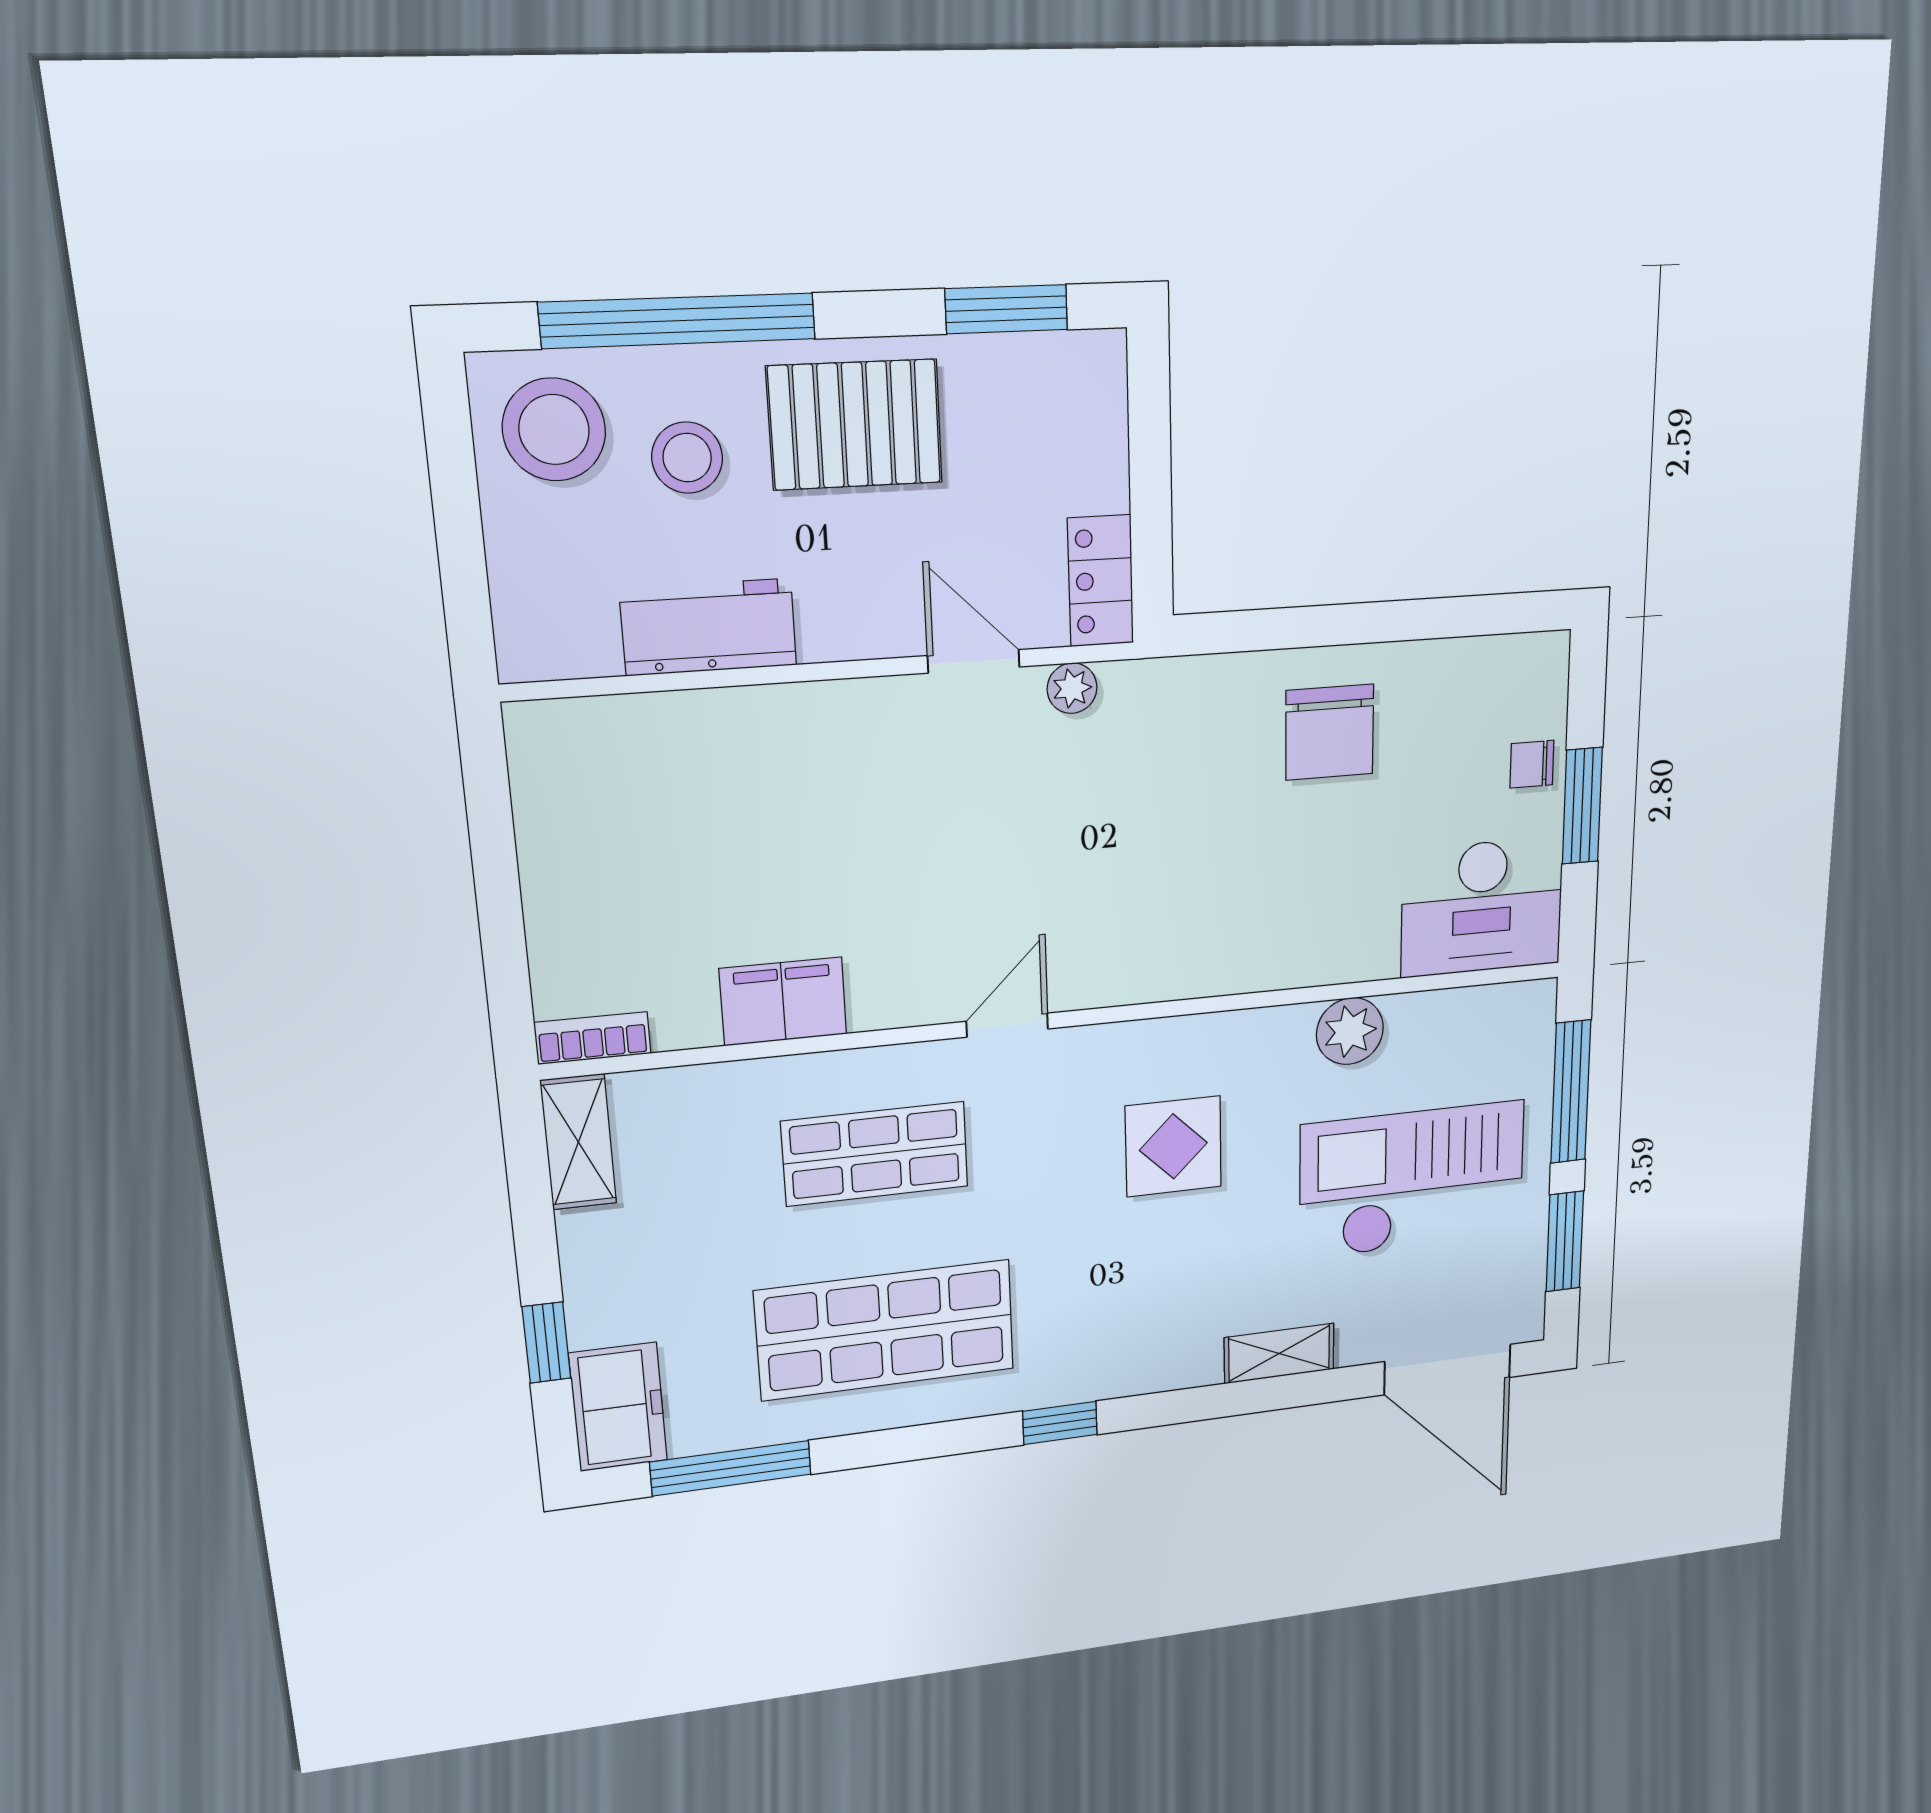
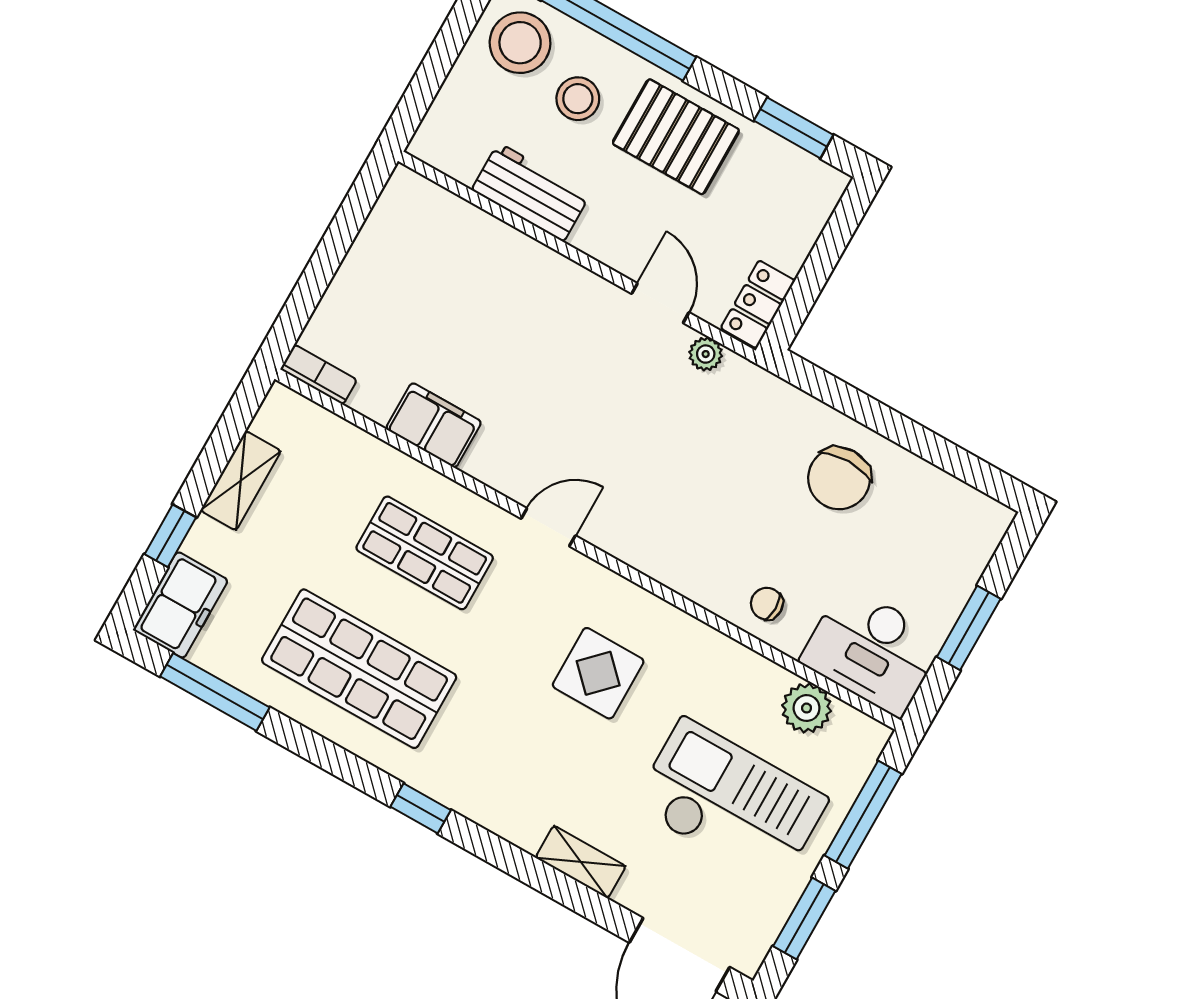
chair: (1532, 764) -> (767, 604), moved
plant: (1350, 1031) -> (807, 708), moved
shelving: (578, 1142) -> (241, 481), moved

